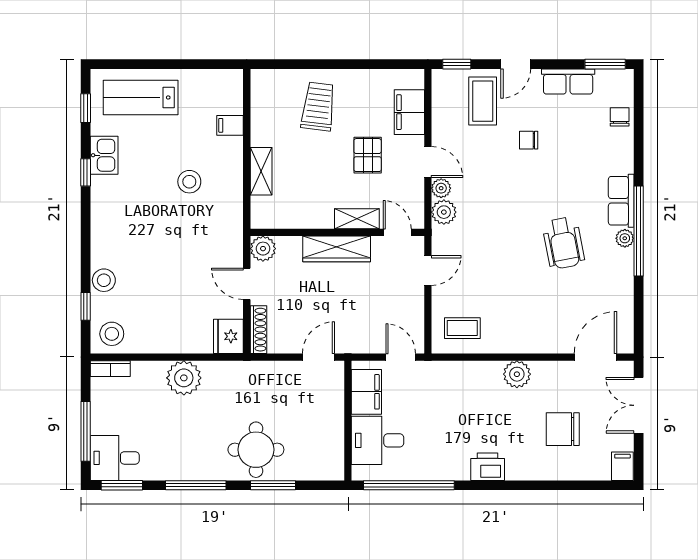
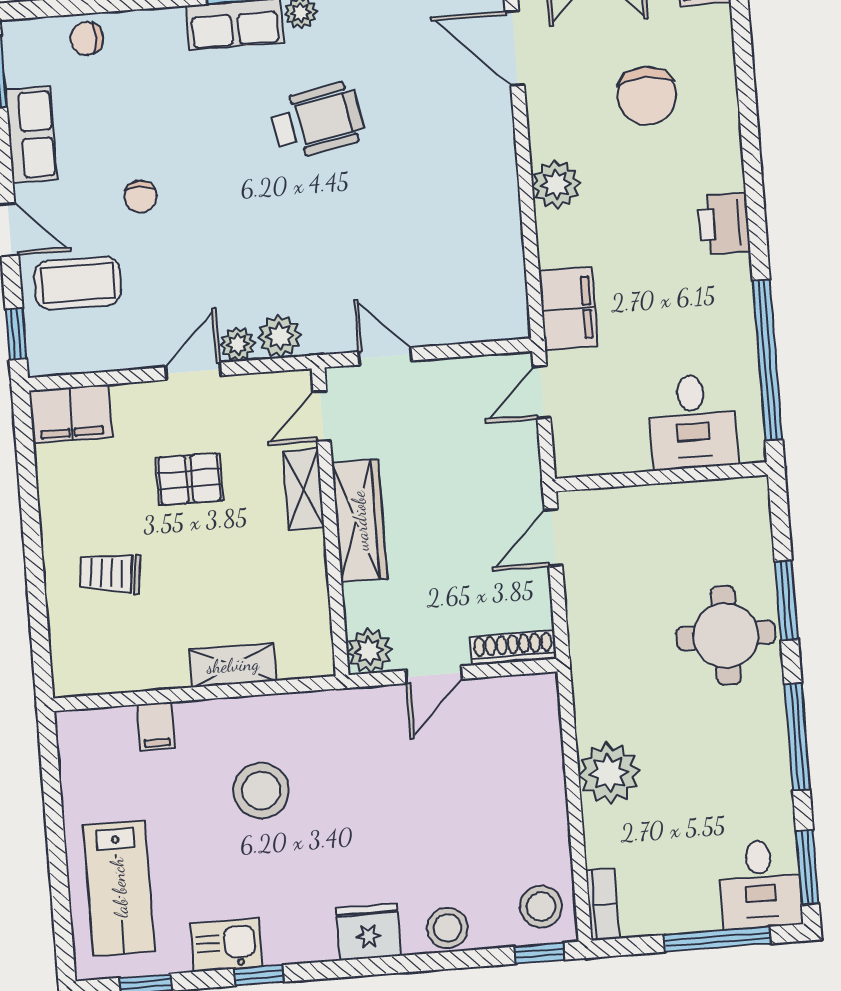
trolley: (318, 107) -> (110, 573), width x0.73, depth x0.72
filing cabinet: (409, 112) -> (71, 414), moved
stool: (189, 182) -> (261, 791), width x1.38, depth x1.38
window: (86, 306) -> (539, 953), moved
coffee table: (462, 328) -> (482, 287), removed
fridge: (228, 336) -> (369, 932), moved, turned 180
door: (319, 357) -> (553, 538), hinge flipped
filing cabinet: (366, 392) -> (568, 309), moved, turned 90

